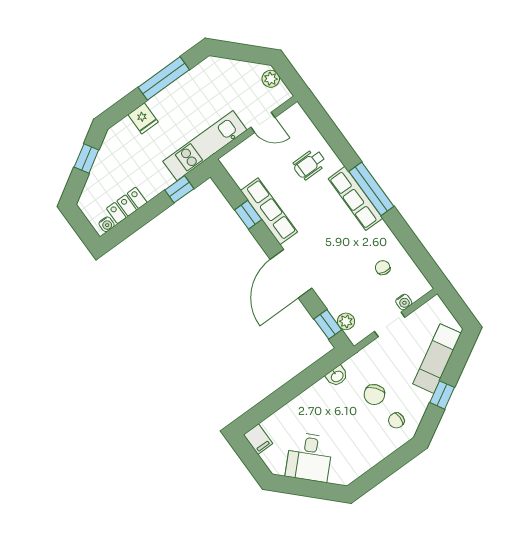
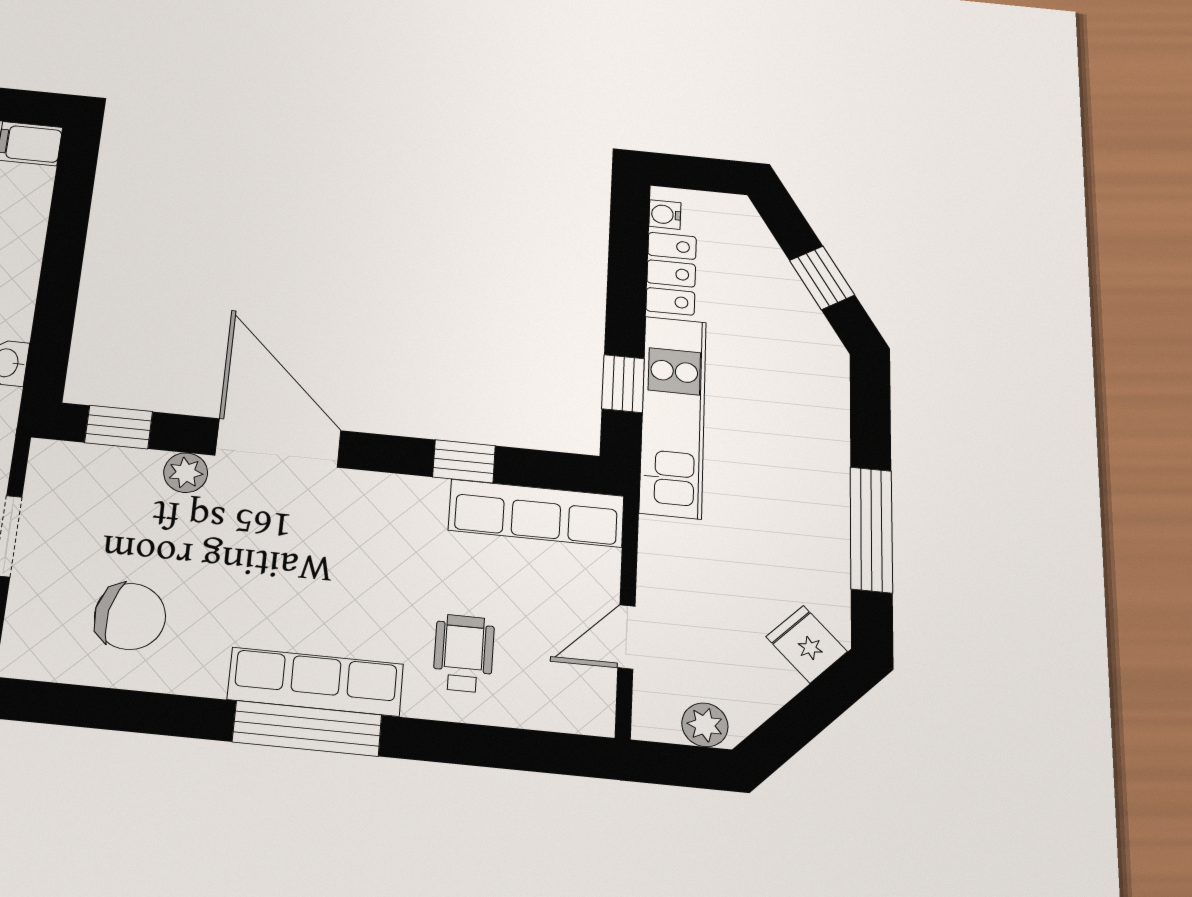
fridge: (143, 118) -> (807, 644), moved, turned 45
kitchen unit: (205, 146) -> (673, 416), moved
row of seats: (269, 211) -> (536, 513), moved
chair: (383, 268) -> (130, 616), width x1.87, depth x1.87
water cooler: (404, 302) -> (25, 598), removed
plant: (346, 321) -> (186, 473), moved

